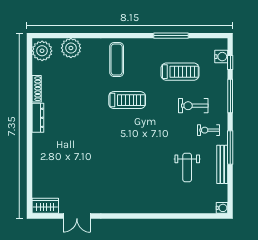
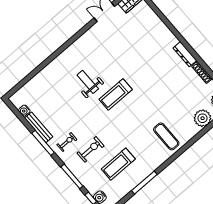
treadmill: (127, 100) -> (116, 94), moved
weight bench: (187, 167) -> (88, 82), moved
water cooler: (222, 208) -> (24, 111), moved

